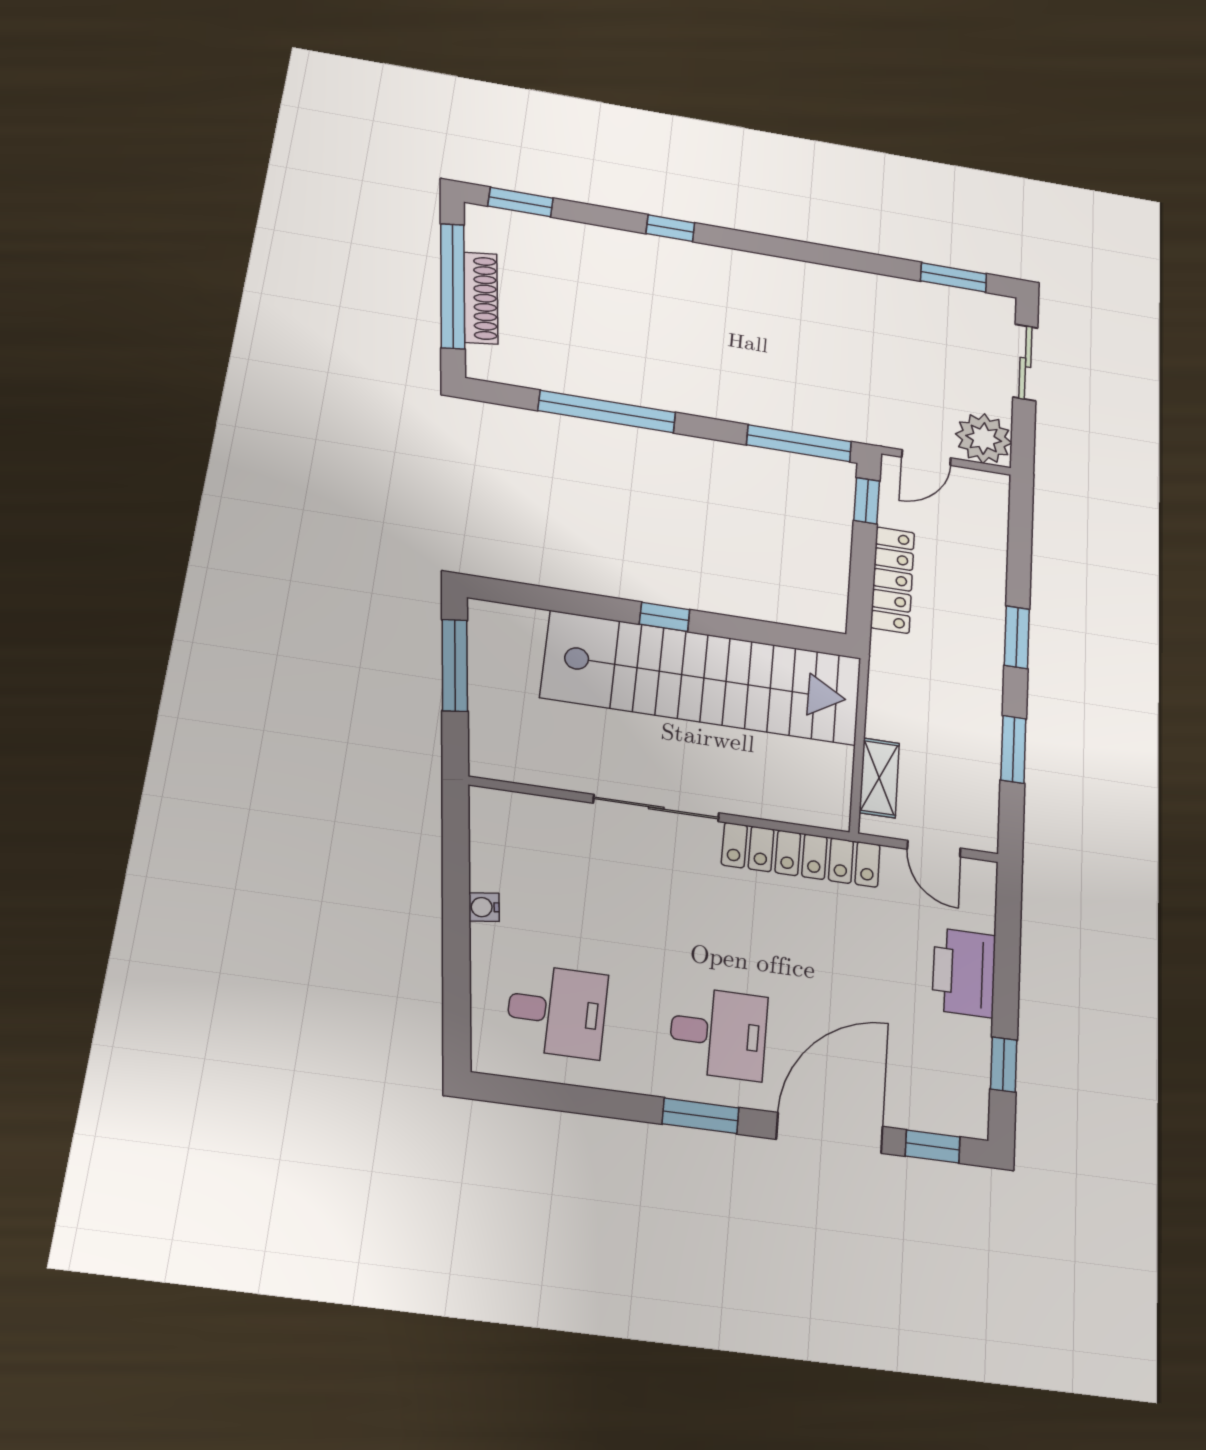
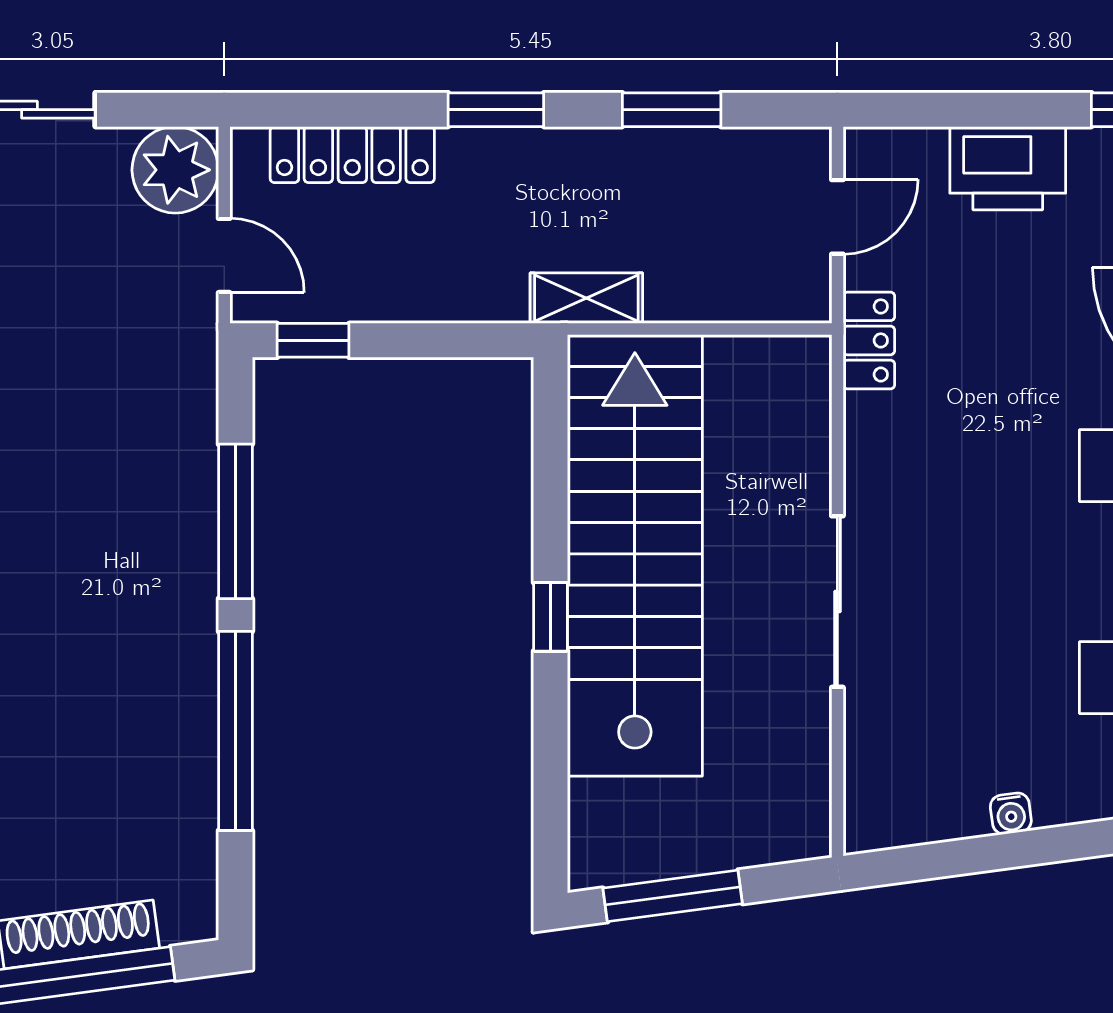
window: (799, 443) -> (235, 521), moved
locker: (893, 580) -> (352, 155), moved, turned 180
shelving: (879, 778) -> (586, 298), moved
locker: (801, 855) -> (869, 340), width x0.46, depth x0.83

